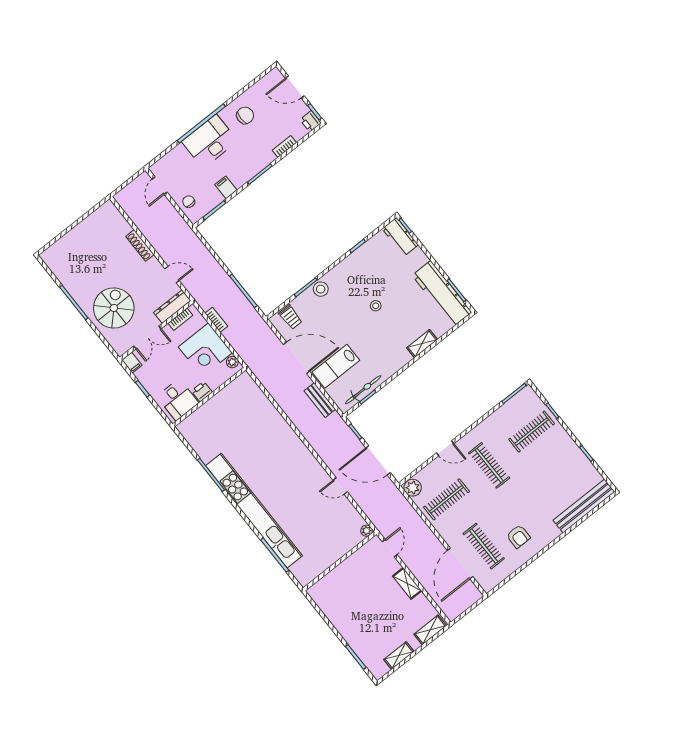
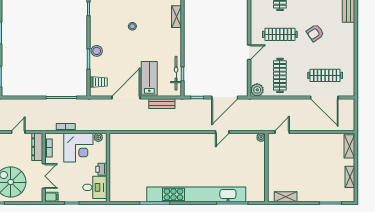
lab bench: (336, 366) -> (149, 78), turned 180
armchair: (518, 536) -> (315, 33), moved, turned 146
door: (390, 548) -> (282, 132), hinge flipped
shelving: (407, 583) -> (286, 197), moved

